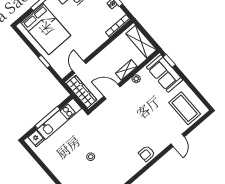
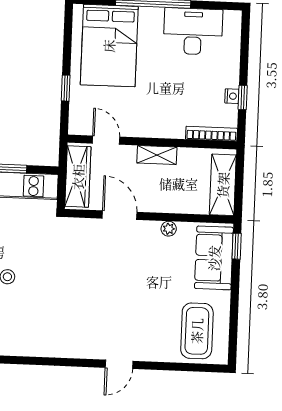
door: (79, 67) -> (106, 140), hinge flipped
shelving: (126, 70) -> (157, 155), moved
door: (178, 140) -> (119, 364), moved
armchair: (147, 154) -> (87, 344), removed

